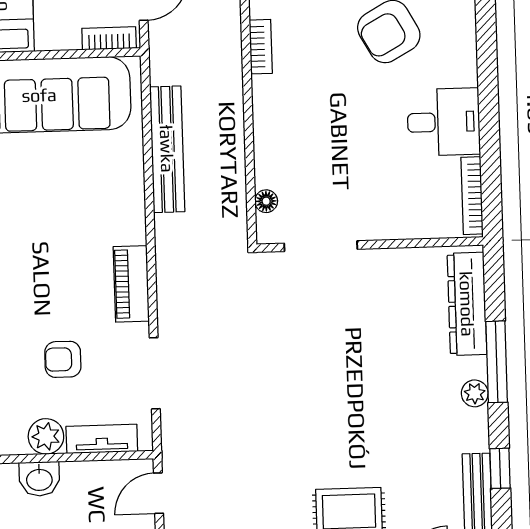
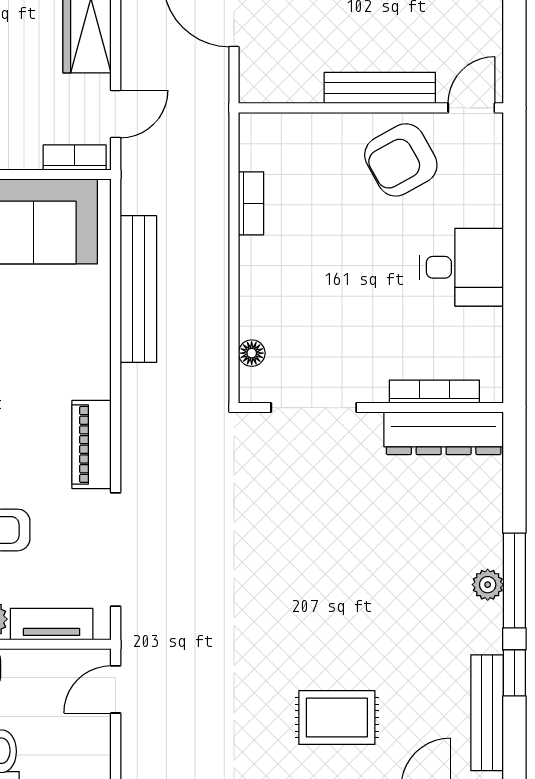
bookcase: (261, 47) -> (251, 203), moved
bookcase: (472, 196) -> (434, 392), moved, turned 90
dresser: (467, 304) -> (444, 433), moved, turned -90
window: (497, 362) -> (514, 581), moved
doorway: (155, 373) -> (116, 550), width x1.36

